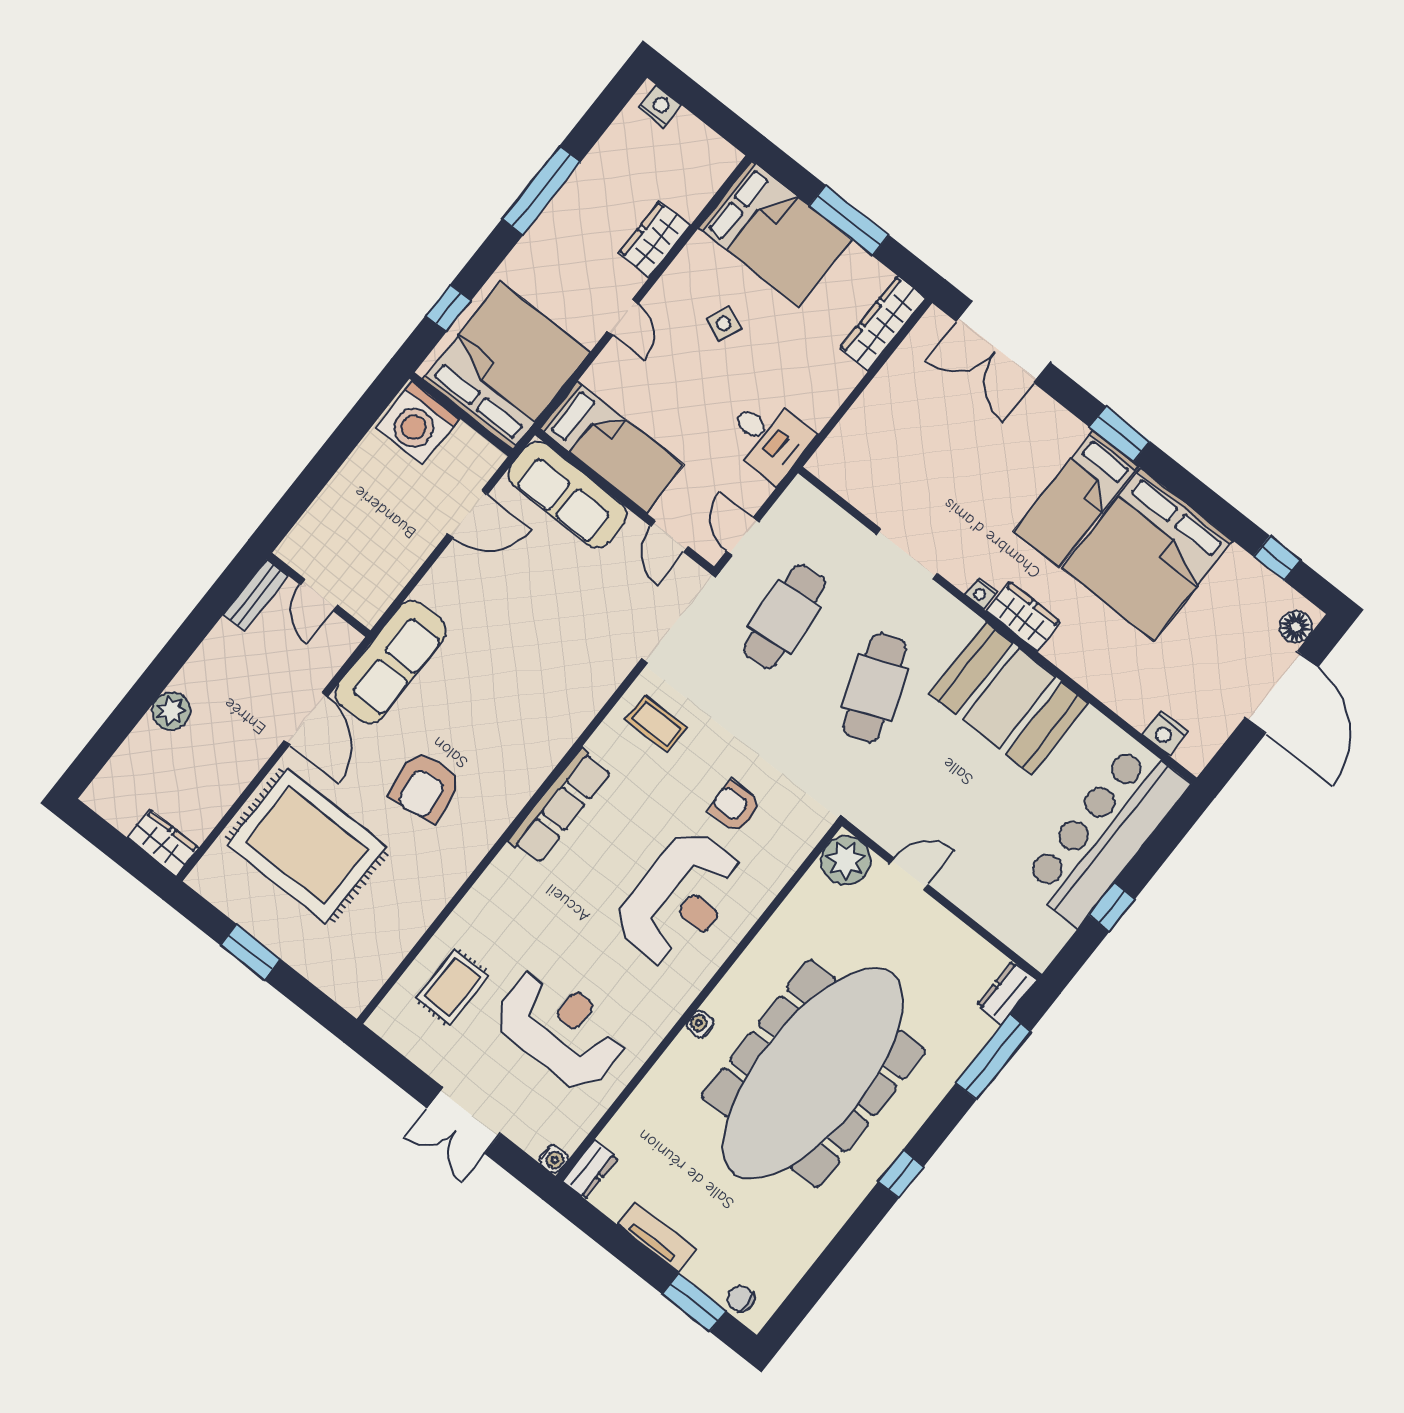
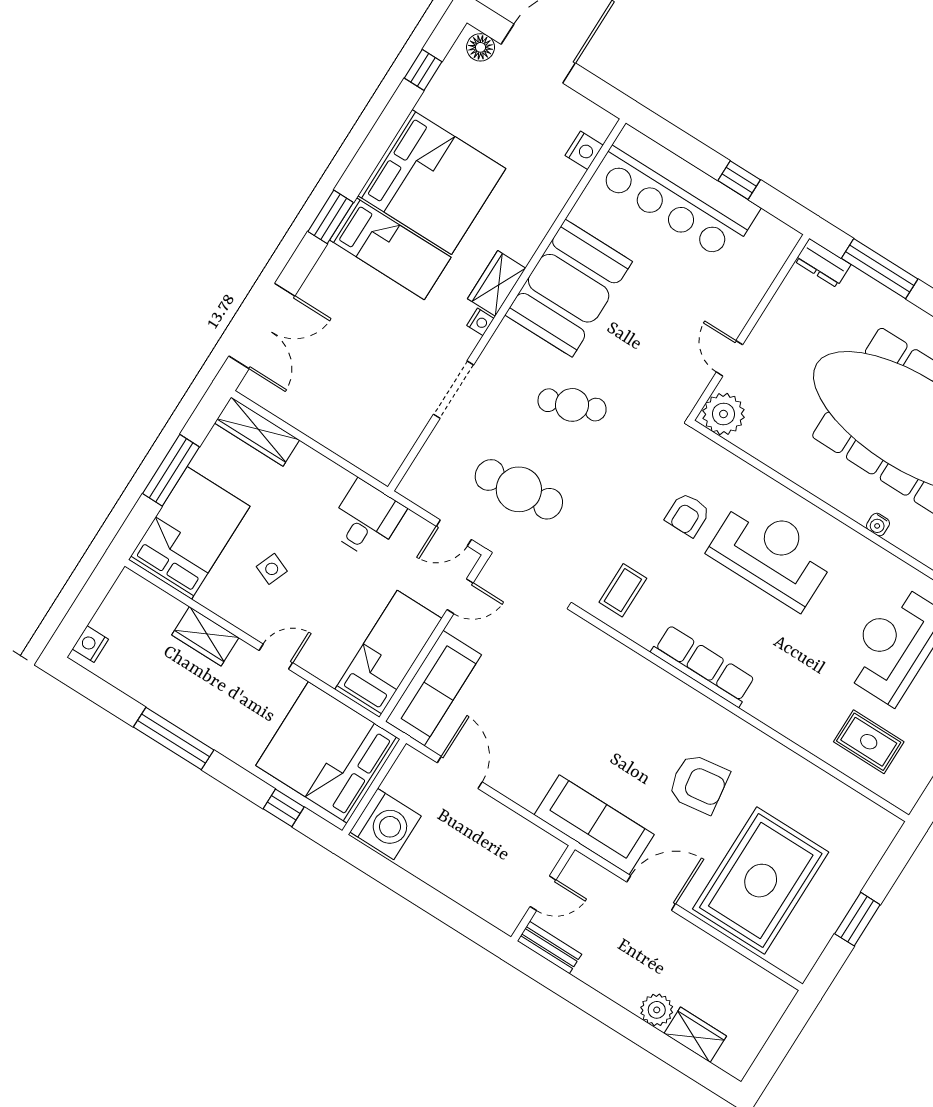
cafe table: (875, 688) -> (572, 405), width x0.73, depth x0.74
wardrobe: (163, 843) -> (695, 1035), moved, turned 90

